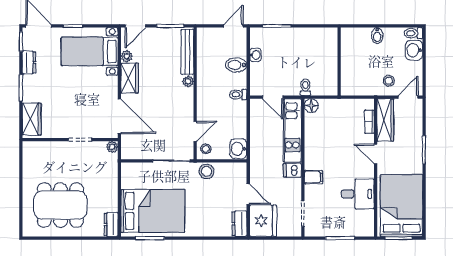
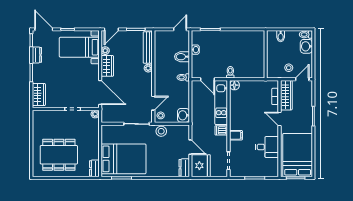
wall: (339, 62) -> (266, 54), moved

